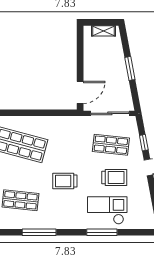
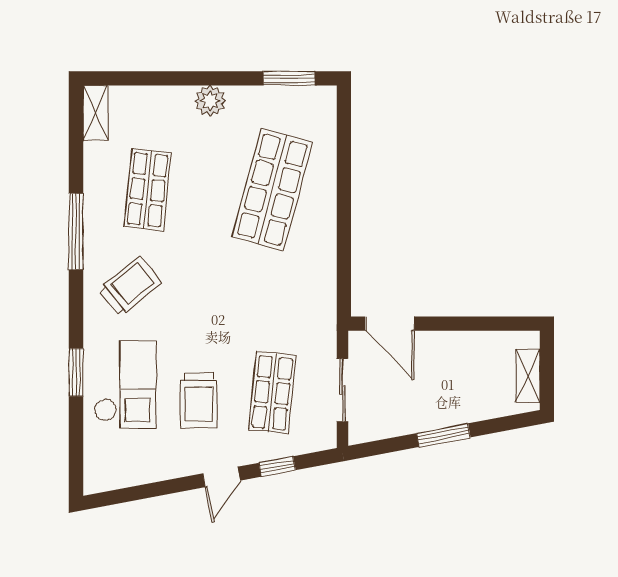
sliding door: (110, 113) -> (342, 390), width x0.73
trolley: (65, 181) -> (130, 286), moved, turned 51
window: (102, 232) -> (76, 372), width x0.69

